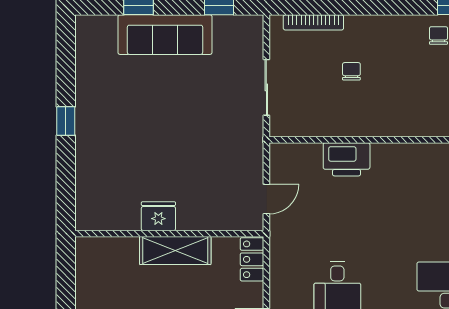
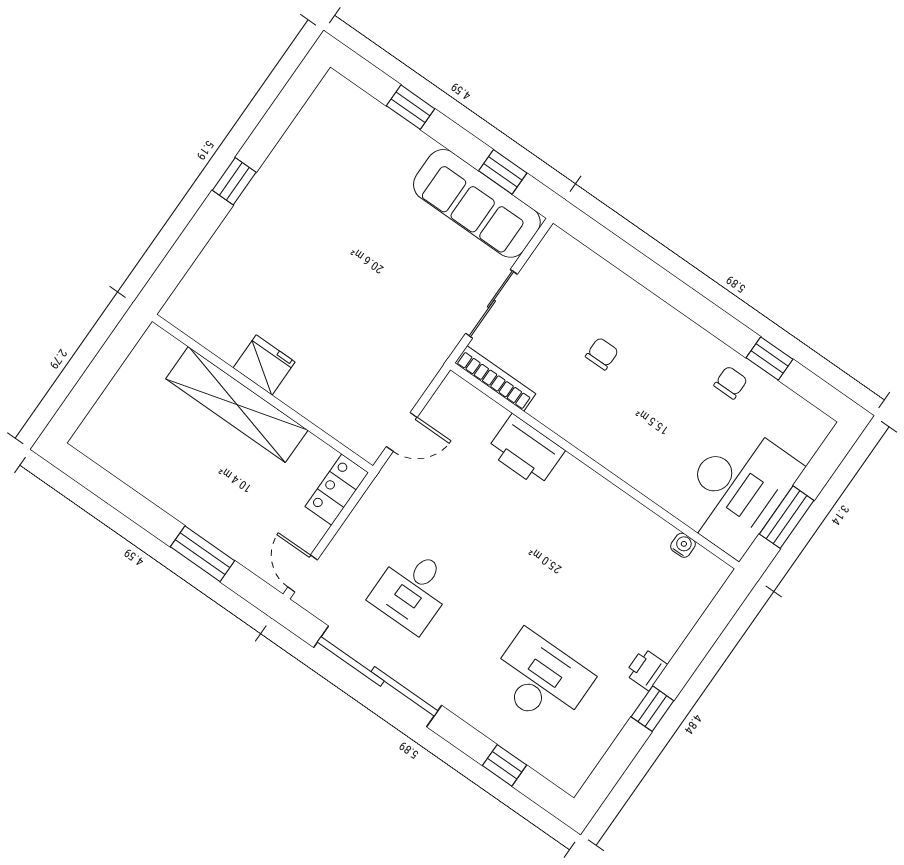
bookcase: (313, 22) -> (495, 378), moved, turned 180
sofa: (165, 35) -> (477, 203), moved
shelving: (175, 251) -> (237, 404), width x1.47

